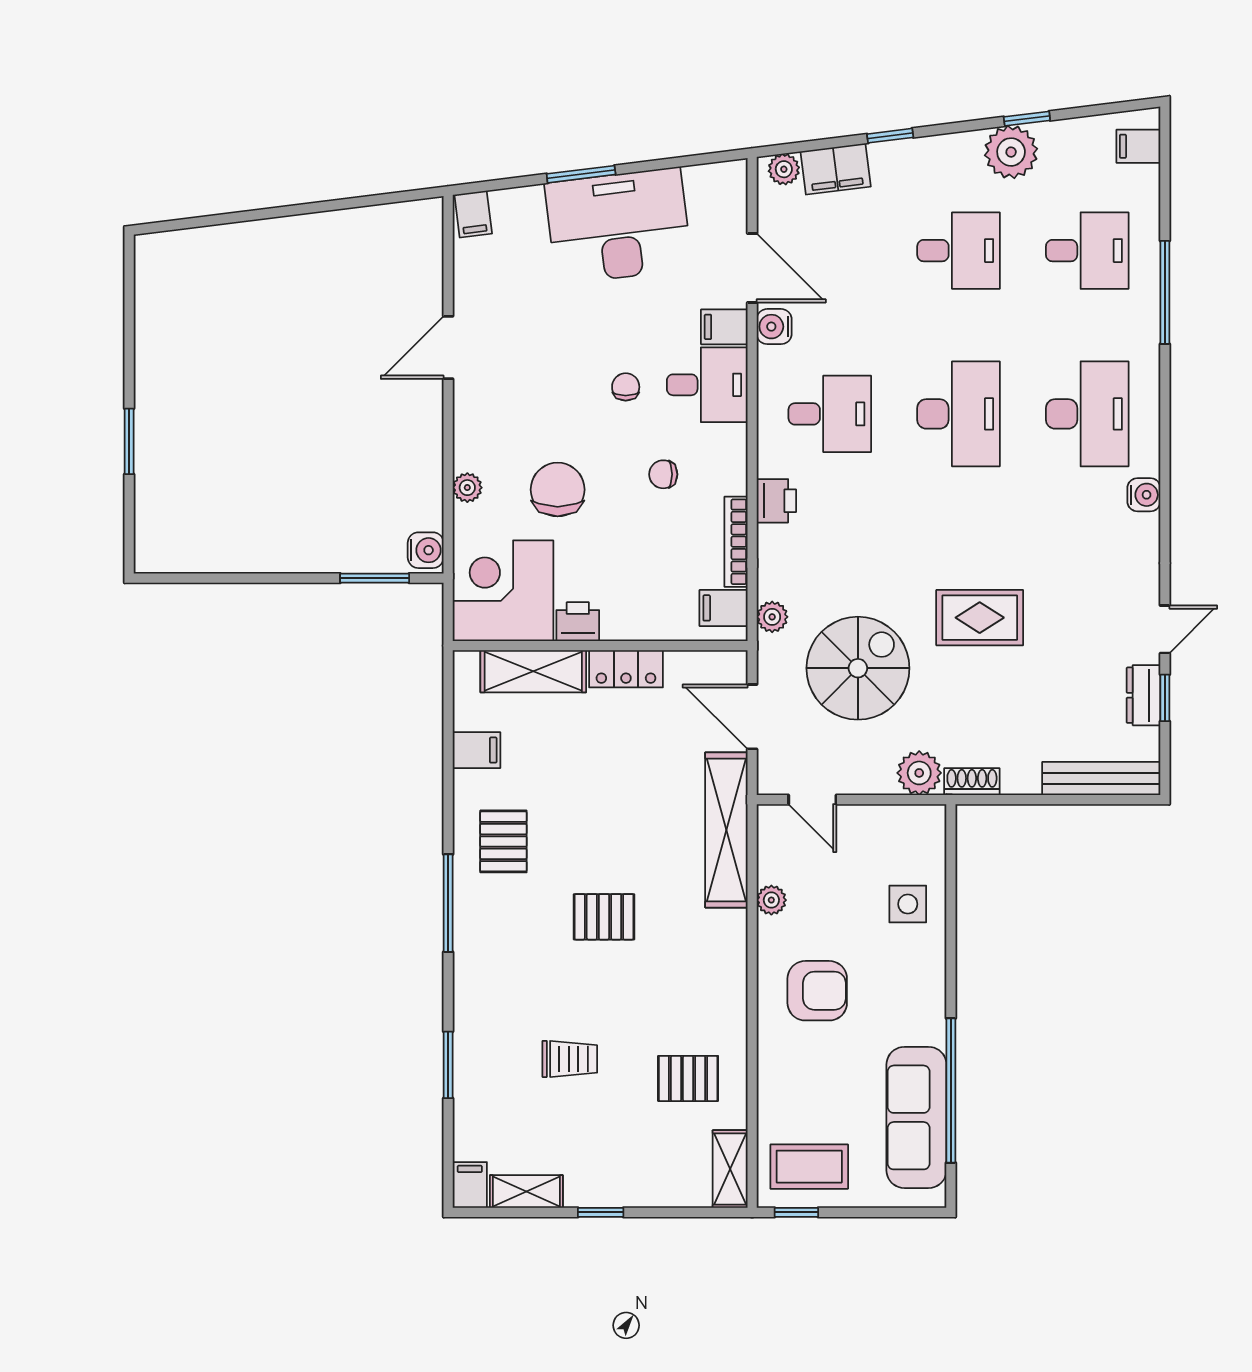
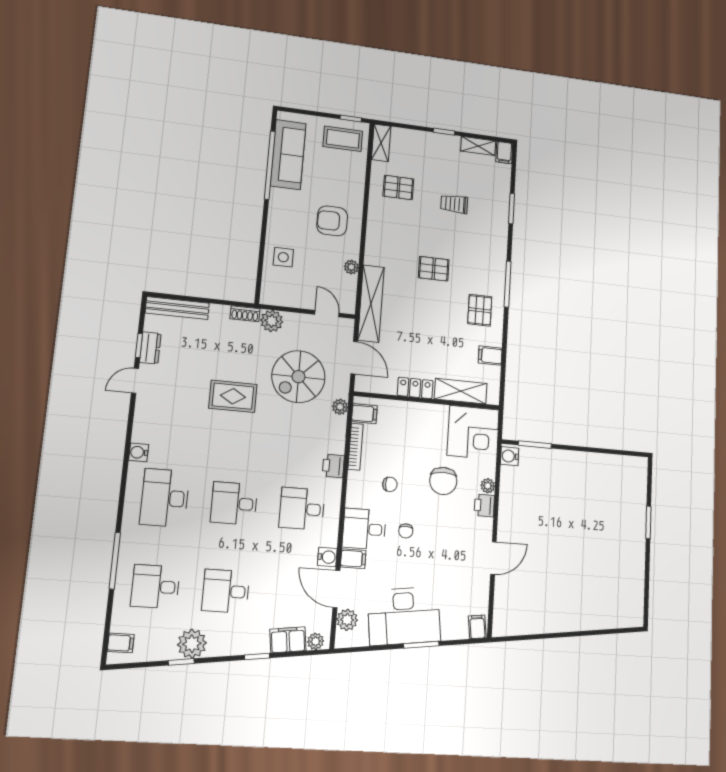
plant: (727, 212) -> (347, 620), added
desk: (958, 414) -> (234, 503), width x0.73
printer: (578, 622) -> (484, 505), moved, turned 90

